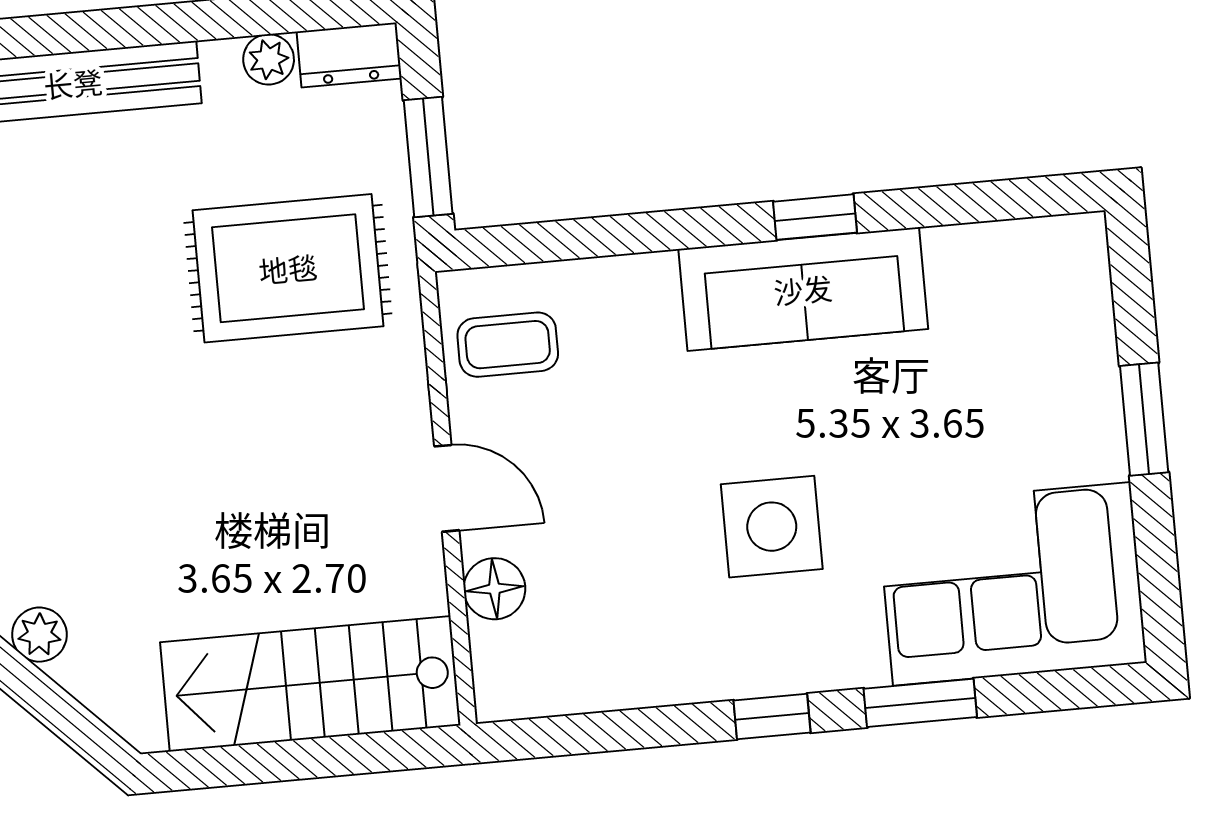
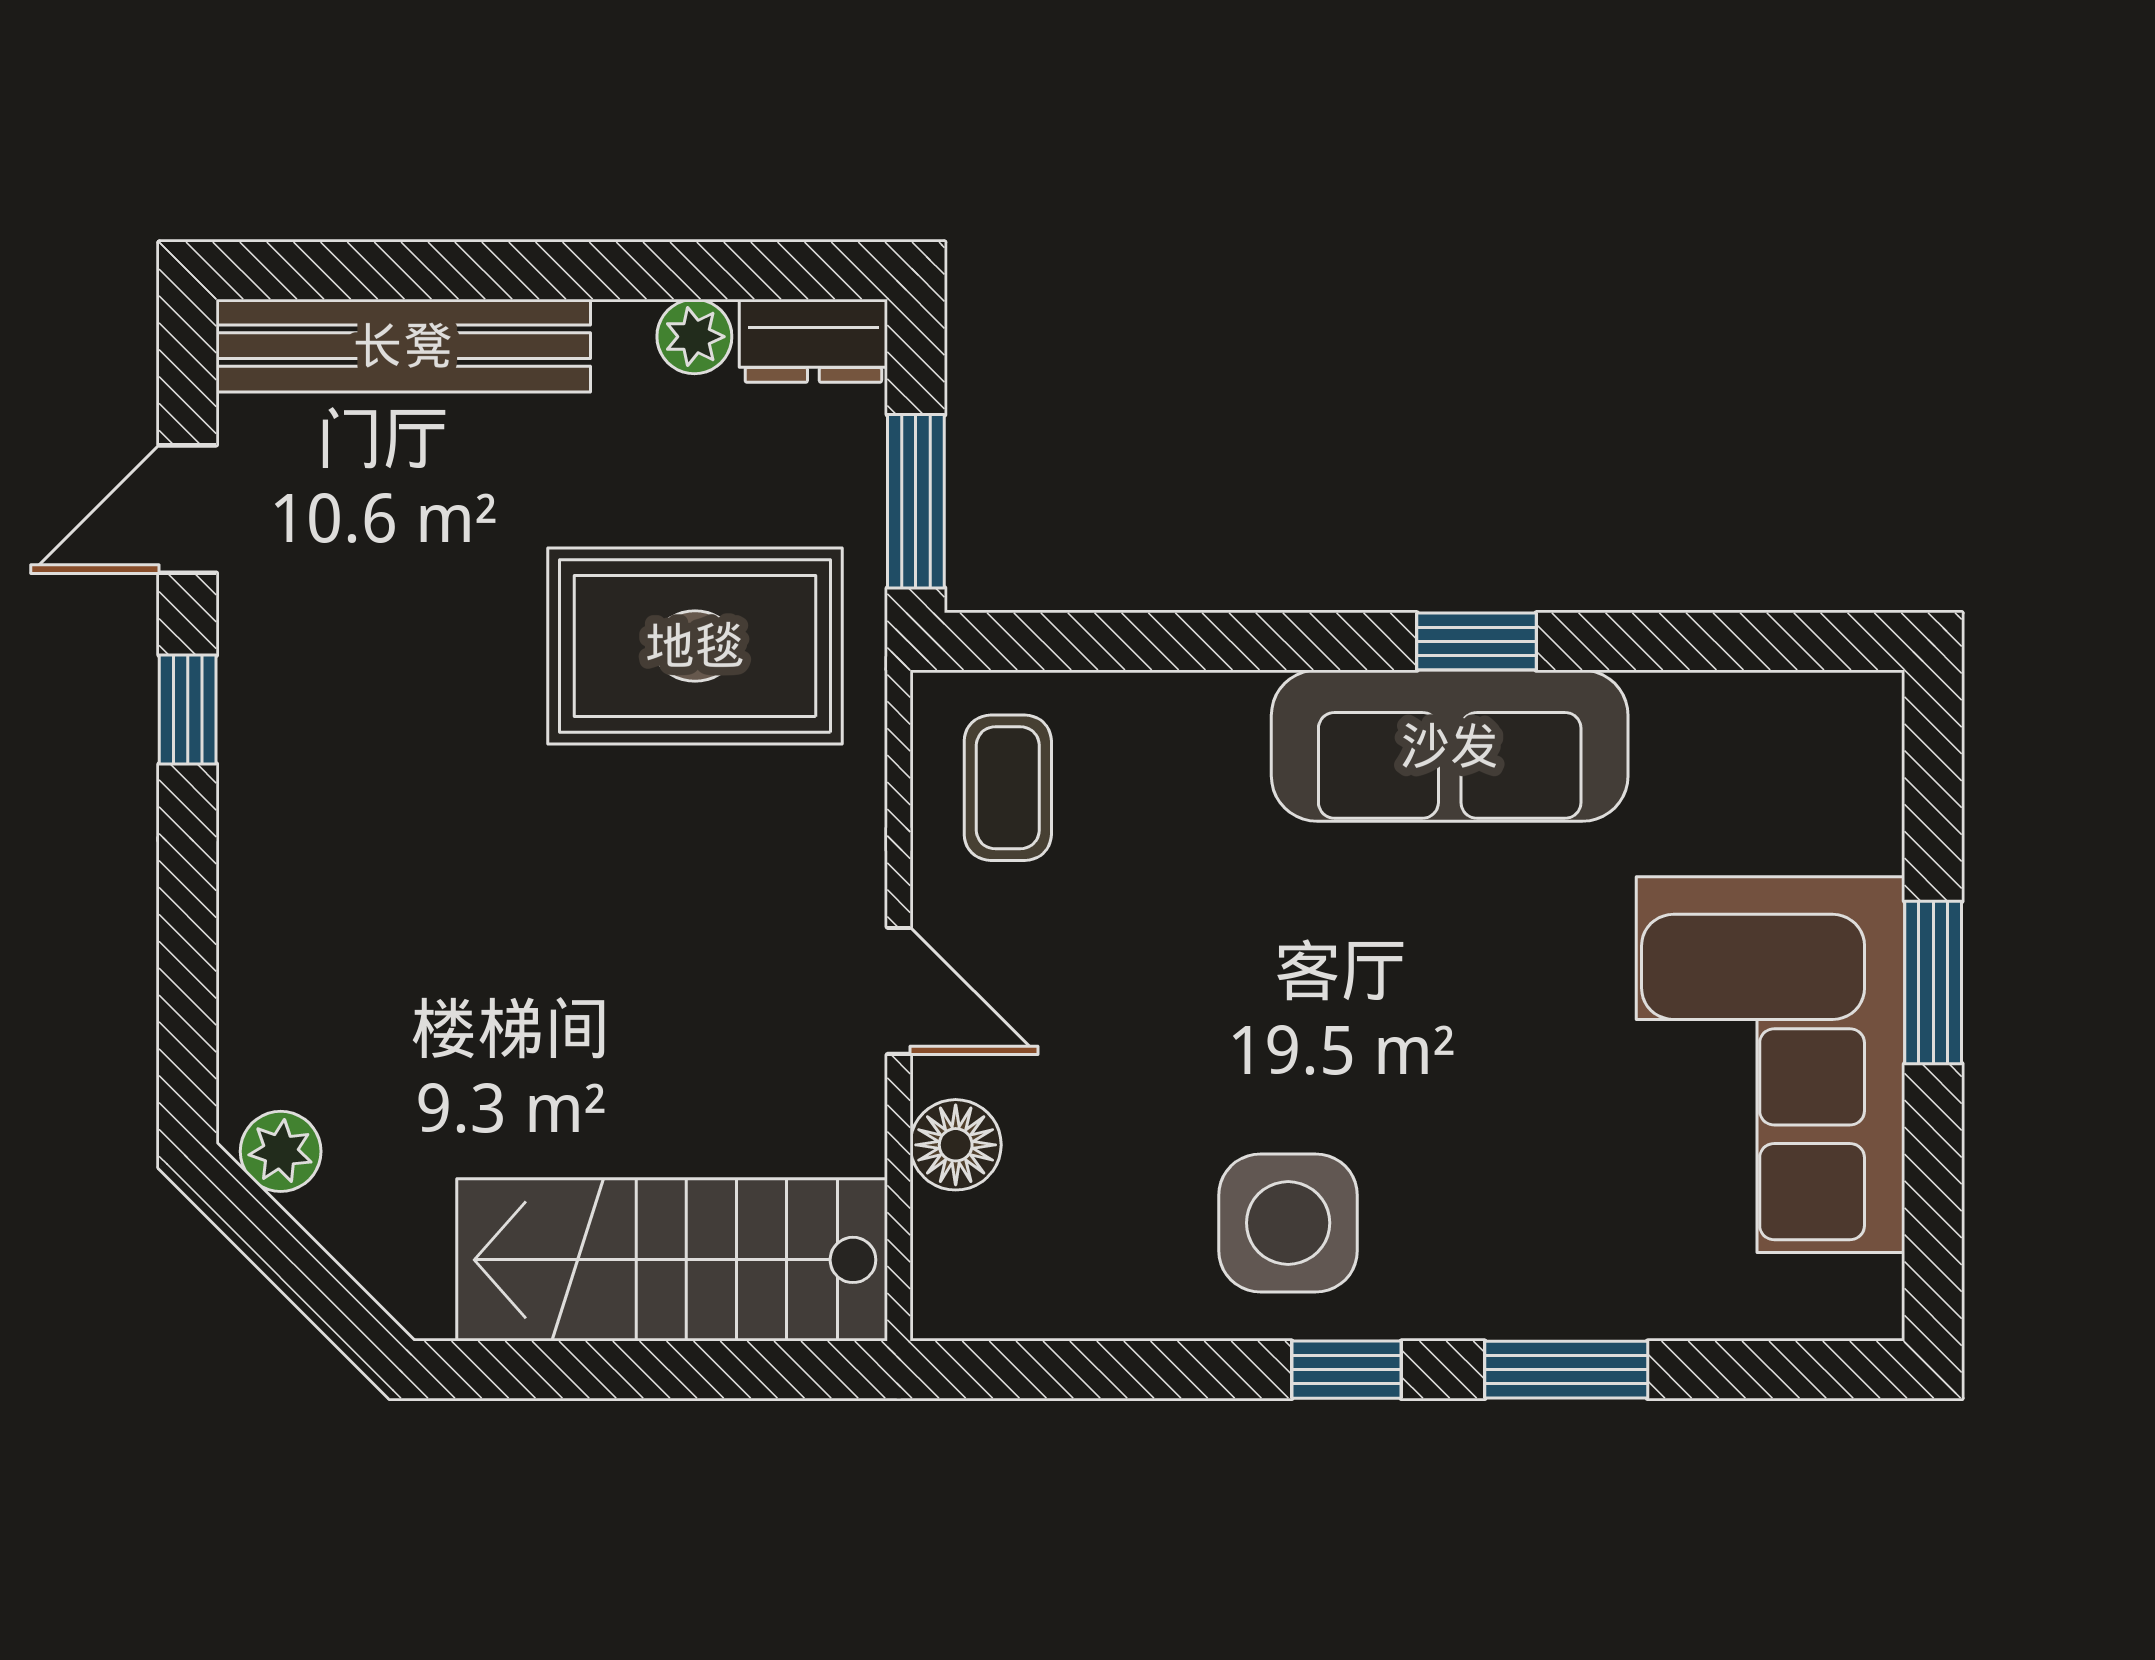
coffee table: (508, 345) -> (1008, 788), turned 90
side table: (772, 527) -> (1288, 1223), moved
corner sofa: (1012, 584) -> (1770, 1065), moved, turned -90

